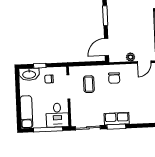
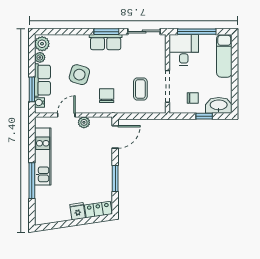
side table: (136, 93) -> (79, 75), added

